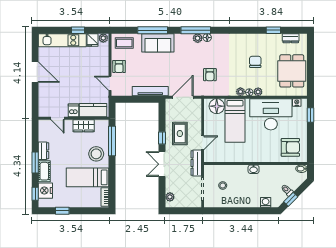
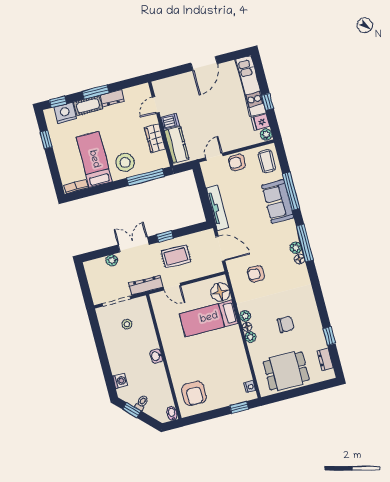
desk: (271, 114) -> (227, 359), removed
plant: (170, 197) -> (112, 260), moved

